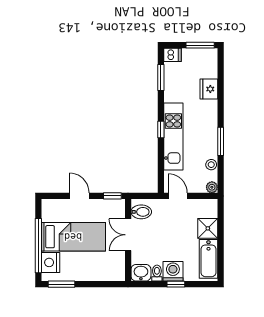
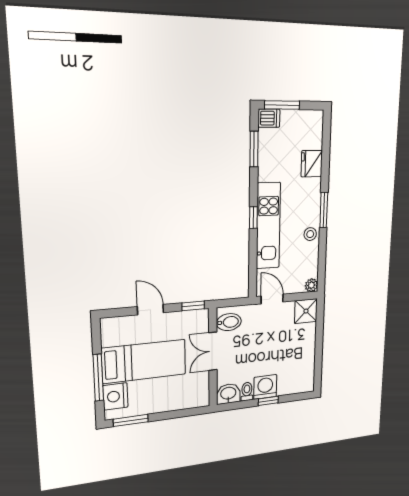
window: (200, 45) -> (282, 105), moved
window: (221, 141) -> (324, 210), moved
stool: (211, 165) -> (310, 234), moved
shower: (208, 228) -> (306, 311), moved
window: (38, 246) -> (98, 378), width x0.68
bathtub: (208, 259) -> (305, 368), removed

